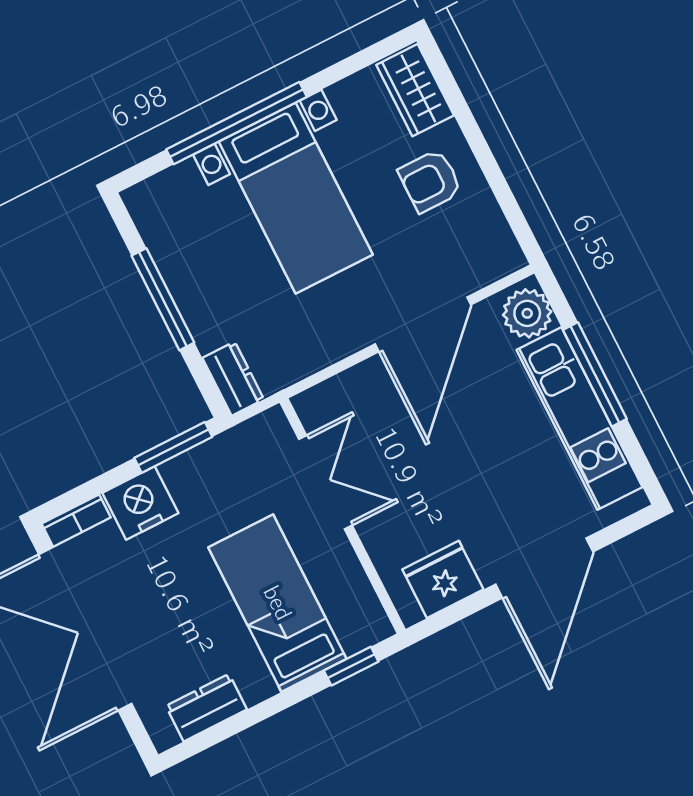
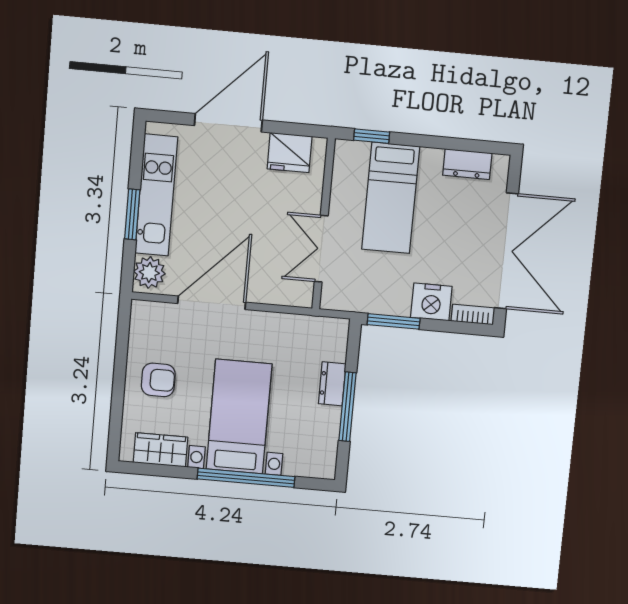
wardrobe: (415, 90) -> (160, 450), moved, turned -90
window: (595, 374) -> (132, 214), width x0.69
dresser: (233, 379) -> (332, 384), moved

